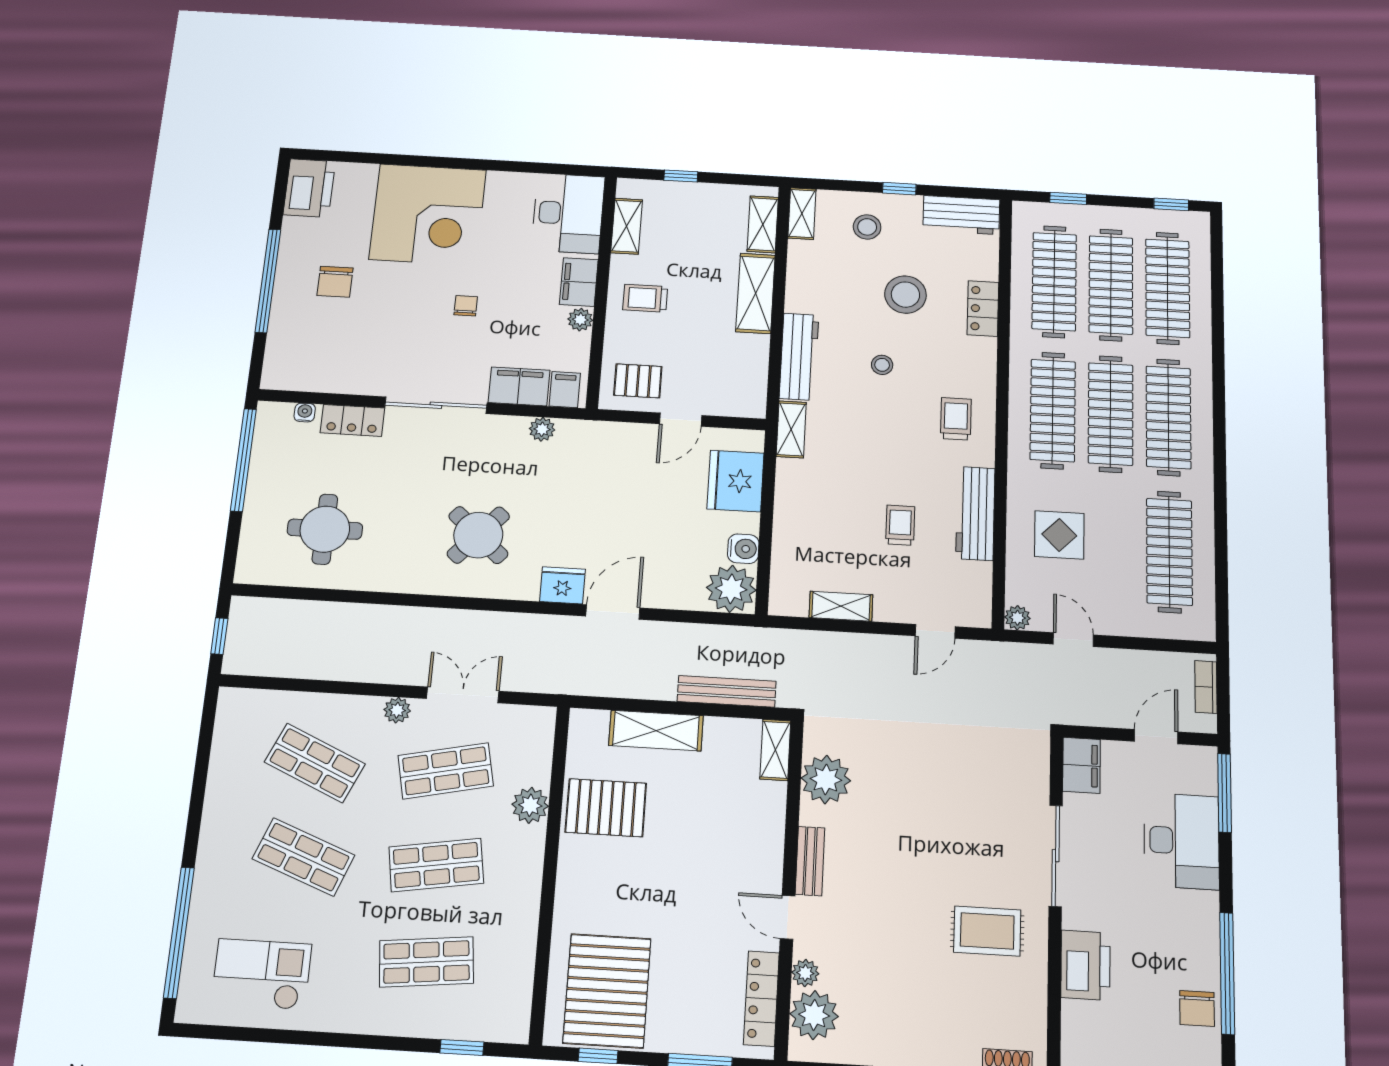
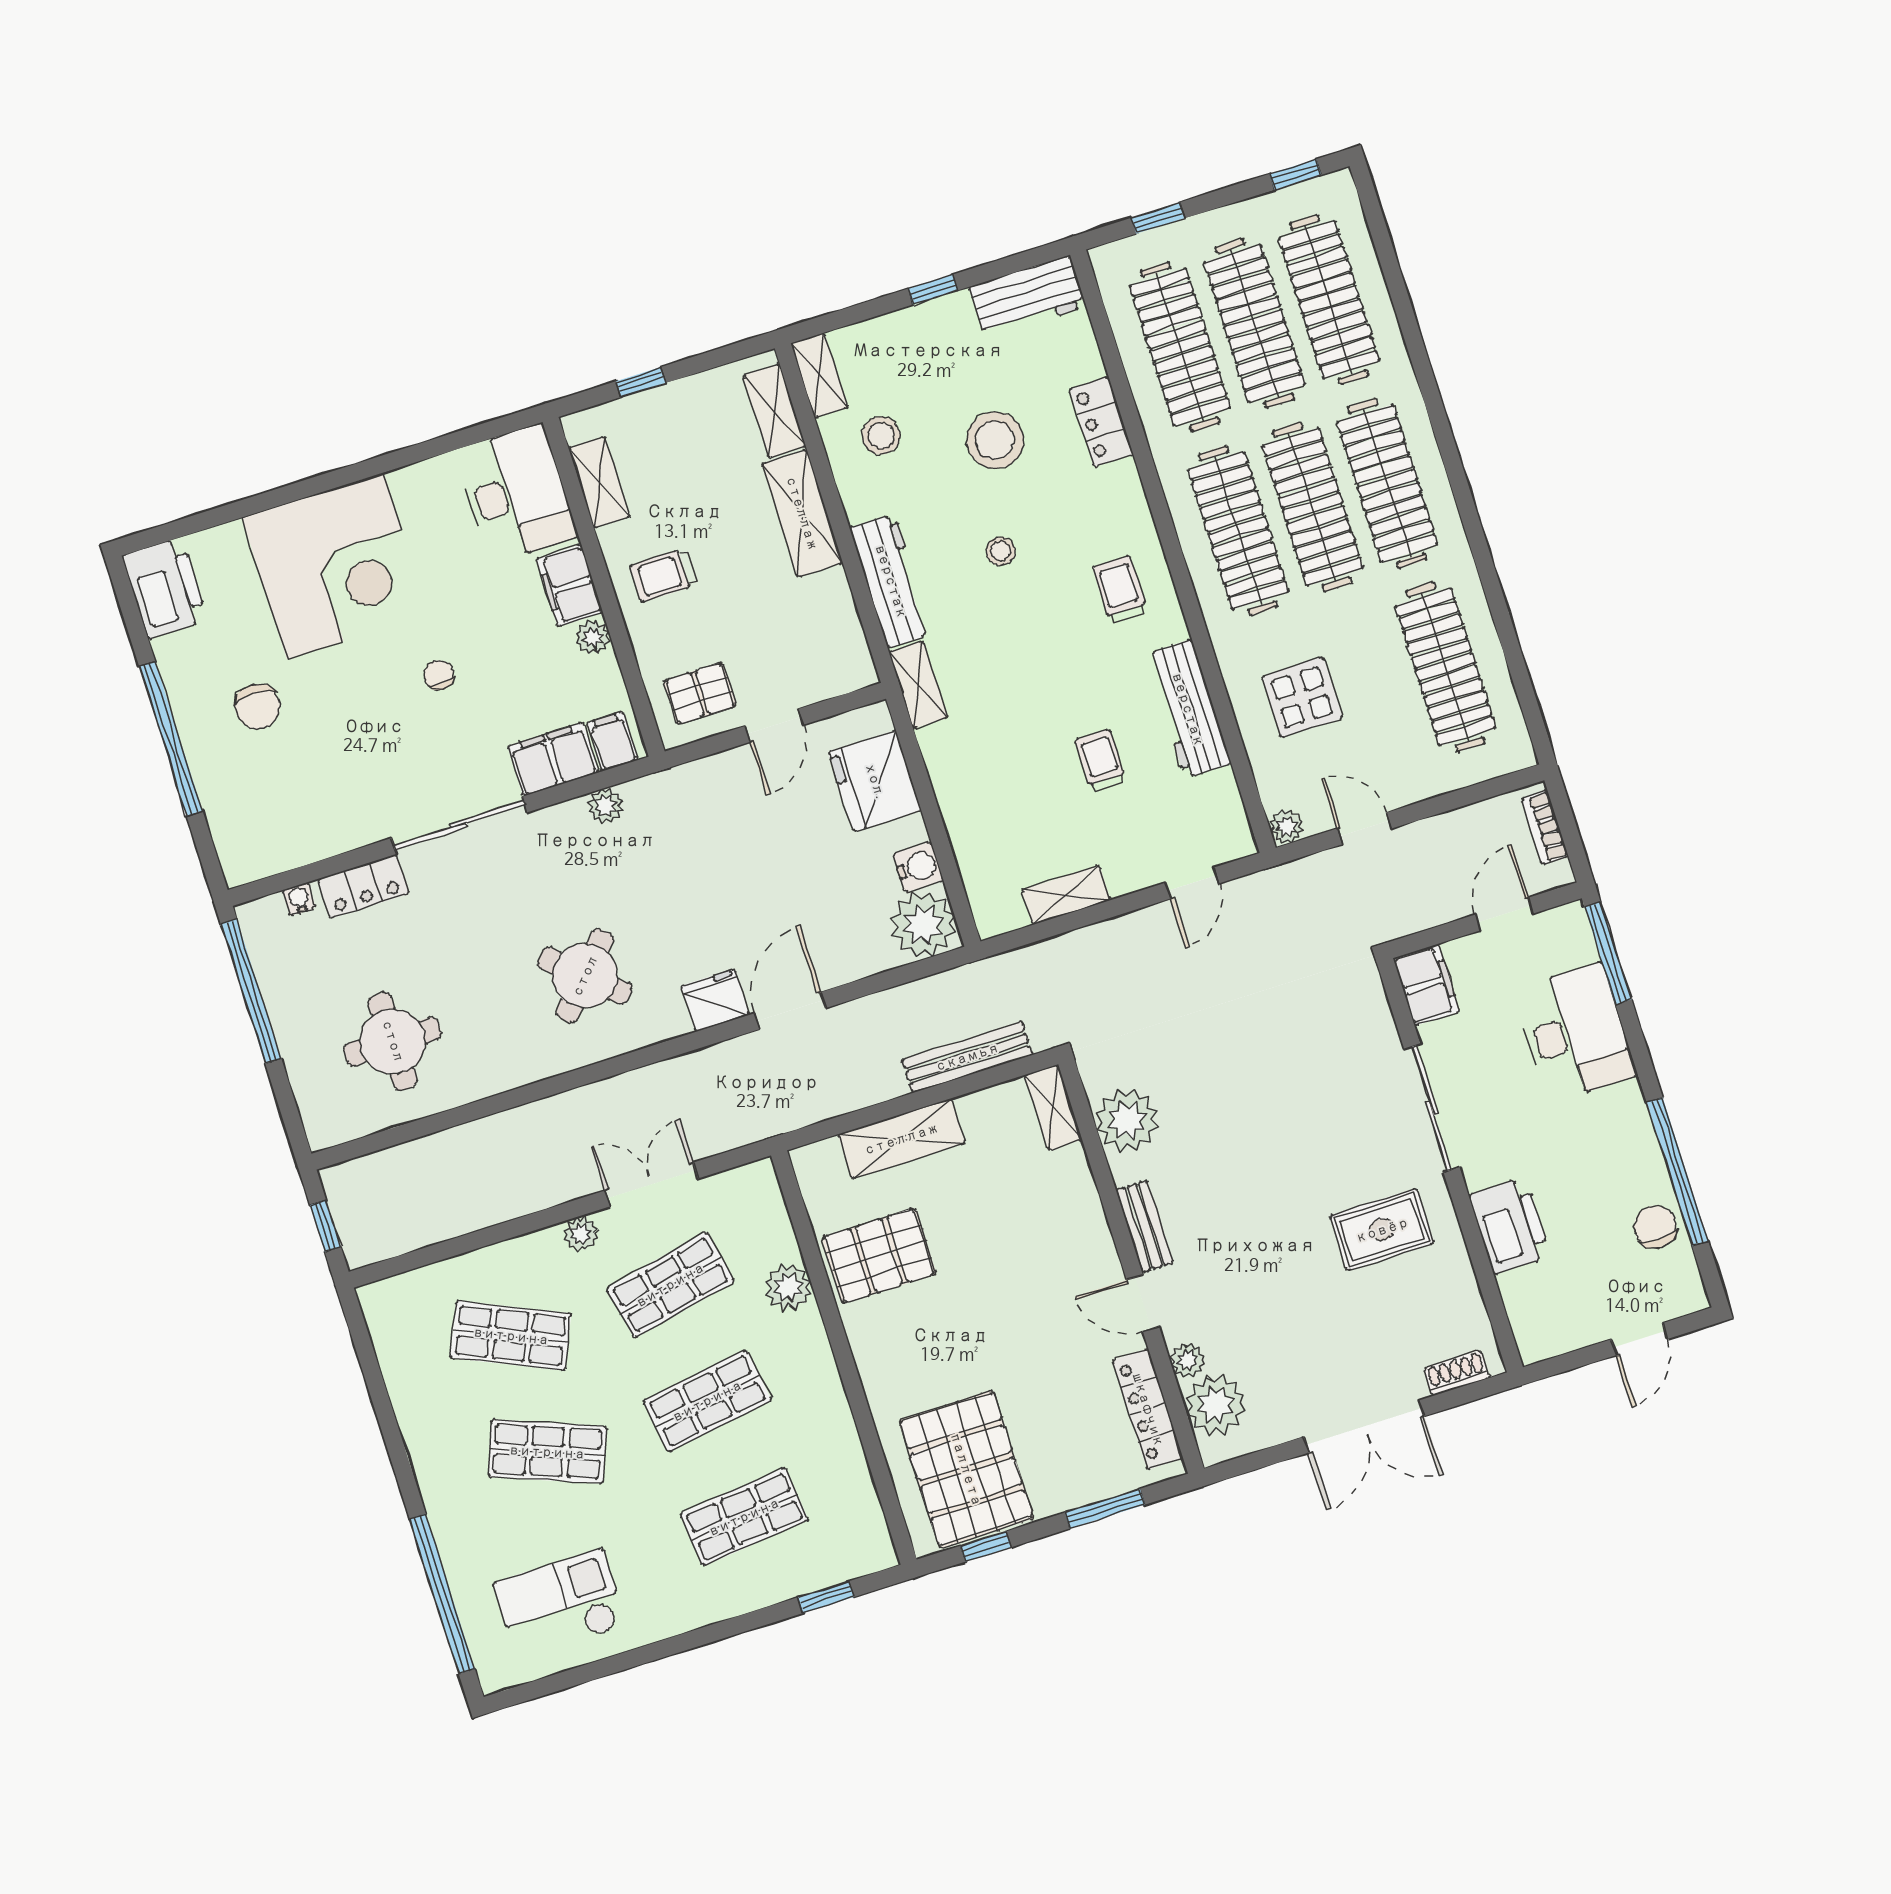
stool: (867, 227) -> (881, 436), moved
chair: (1197, 1008) -> (1655, 1227), turned 180

